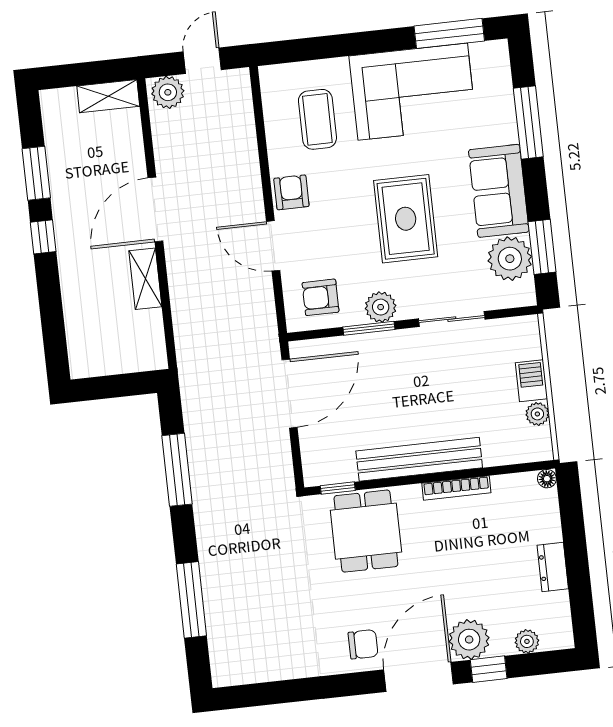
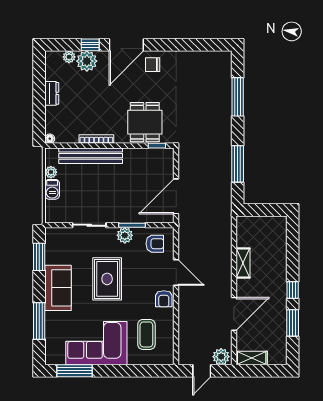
door: (155, 209) -> (234, 314), moved
plant: (510, 259) -> (56, 253), removed
bench: (419, 459) -> (91, 156), moved
plant: (469, 640) -> (87, 61), moved

